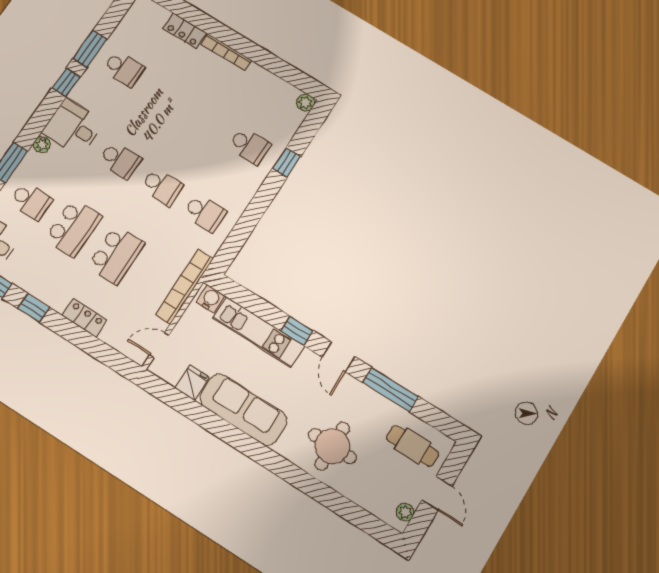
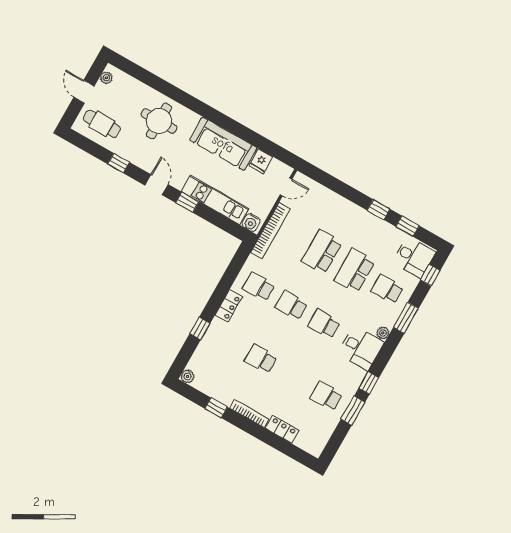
window: (270, 62) -> (216, 408), added
school desk: (249, 146) -> (261, 359), moved
locker: (85, 318) -> (229, 306), moved, turned -90
window: (391, 390) -> (118, 163), width x0.46

